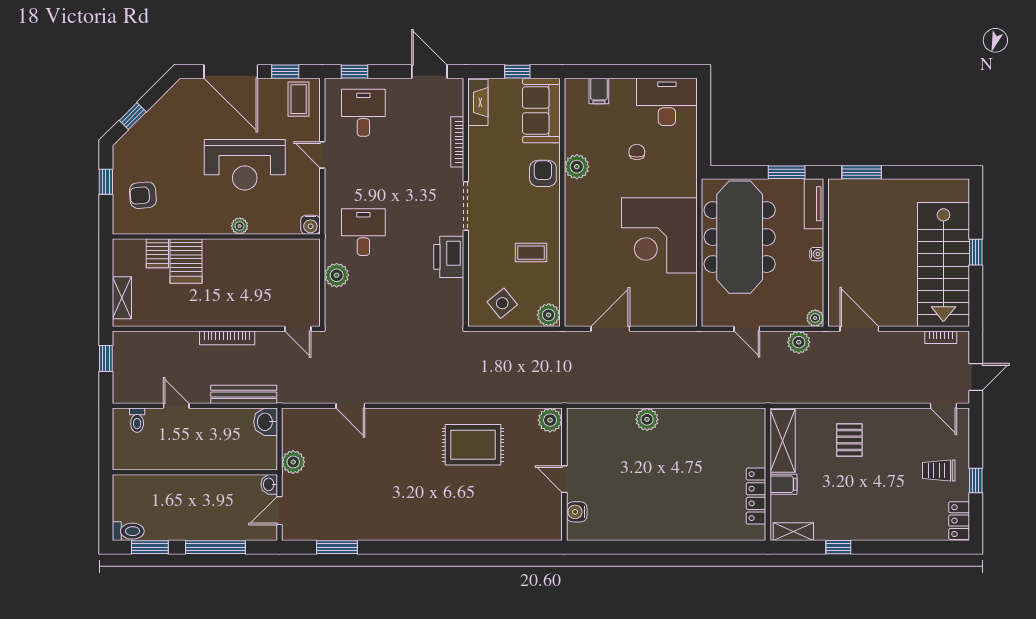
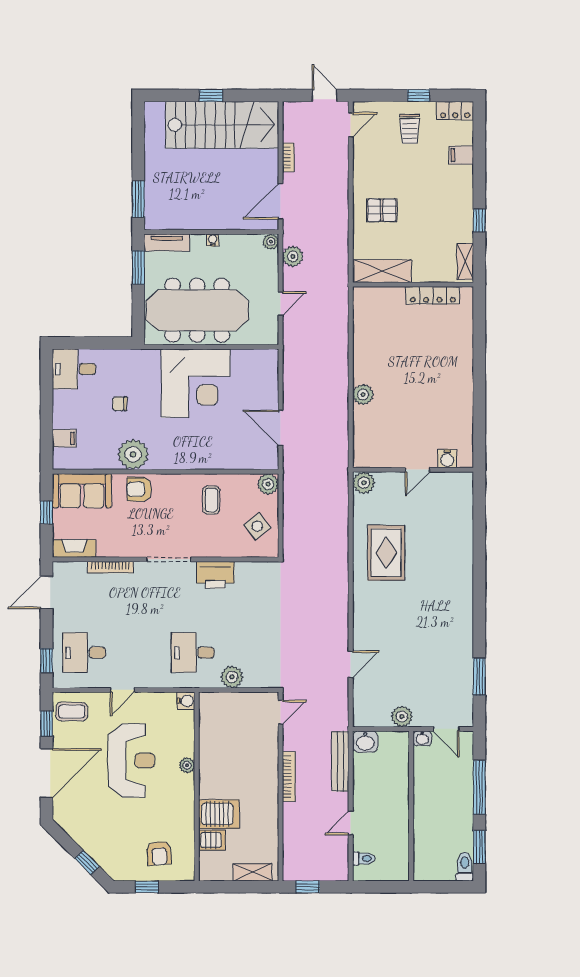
desk: (667, 102) -> (74, 369), width x0.73
plant: (577, 167) -> (133, 454), width x1.36, depth x1.36
bookcase: (941, 337) -> (288, 157), moved
filing cabinet: (783, 484) -> (461, 155), moved, turned -90

